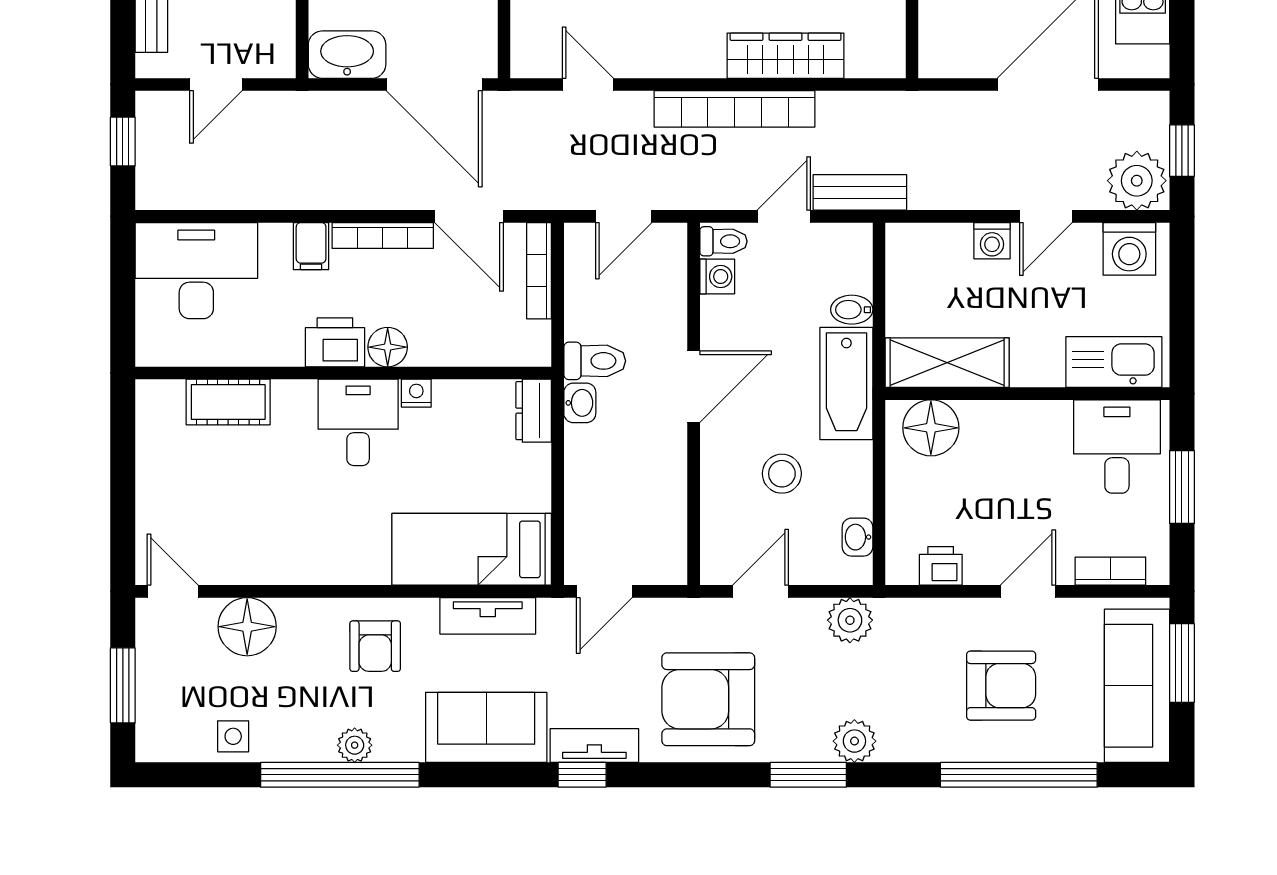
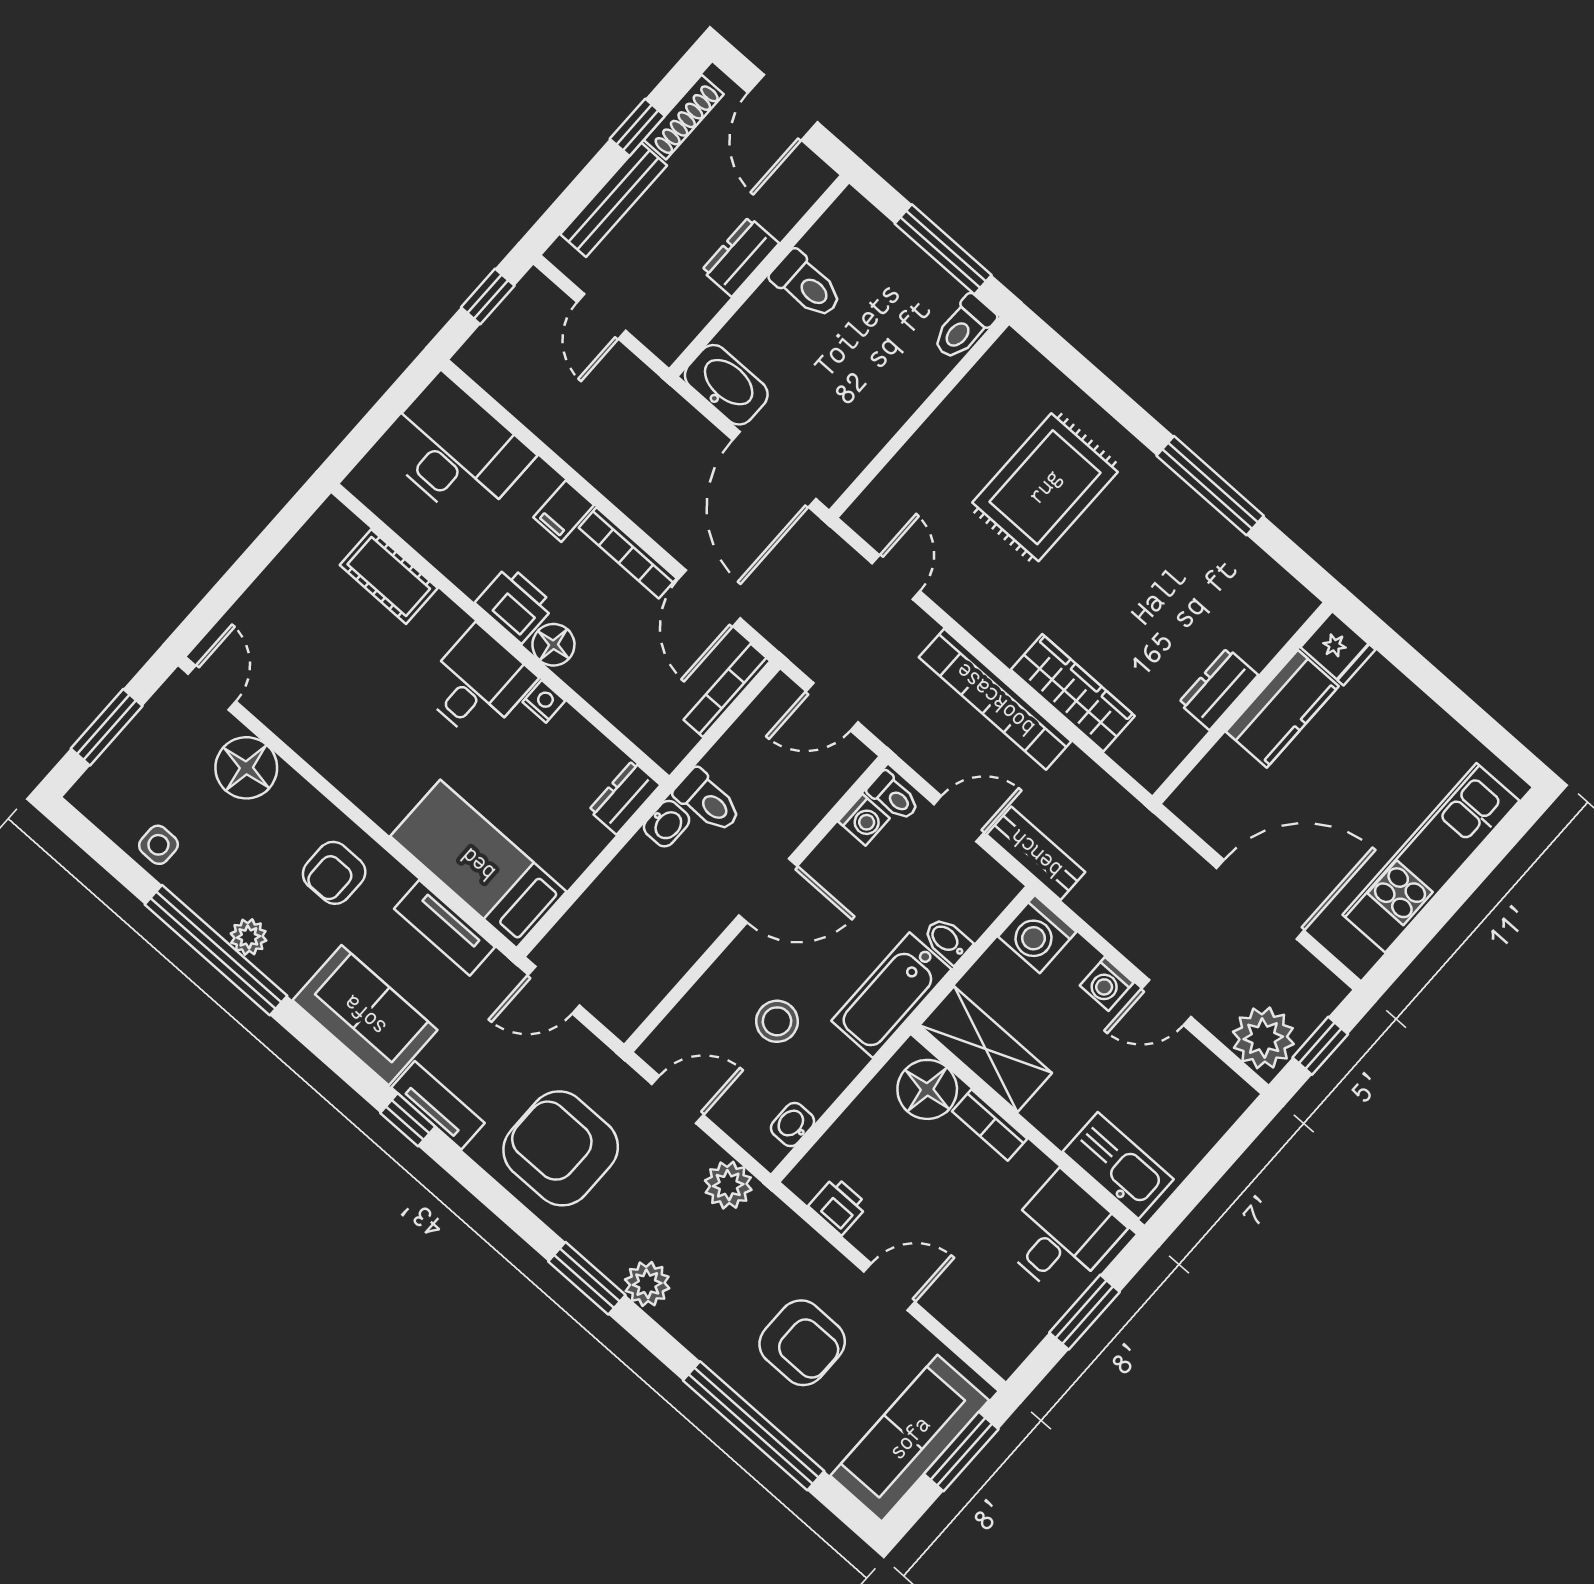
door: (216, 84) -> (601, 316), hinge flipped
washing machine: (1129, 249) -> (1037, 934), moved
bookcase: (1110, 571) -> (990, 1125), moved, turned 180

